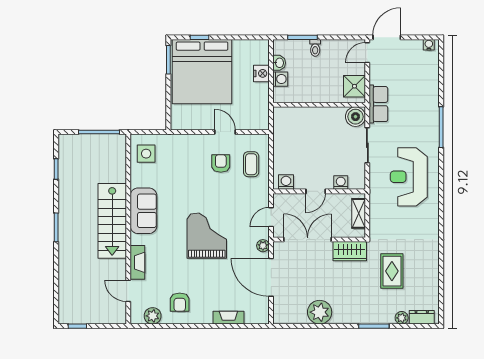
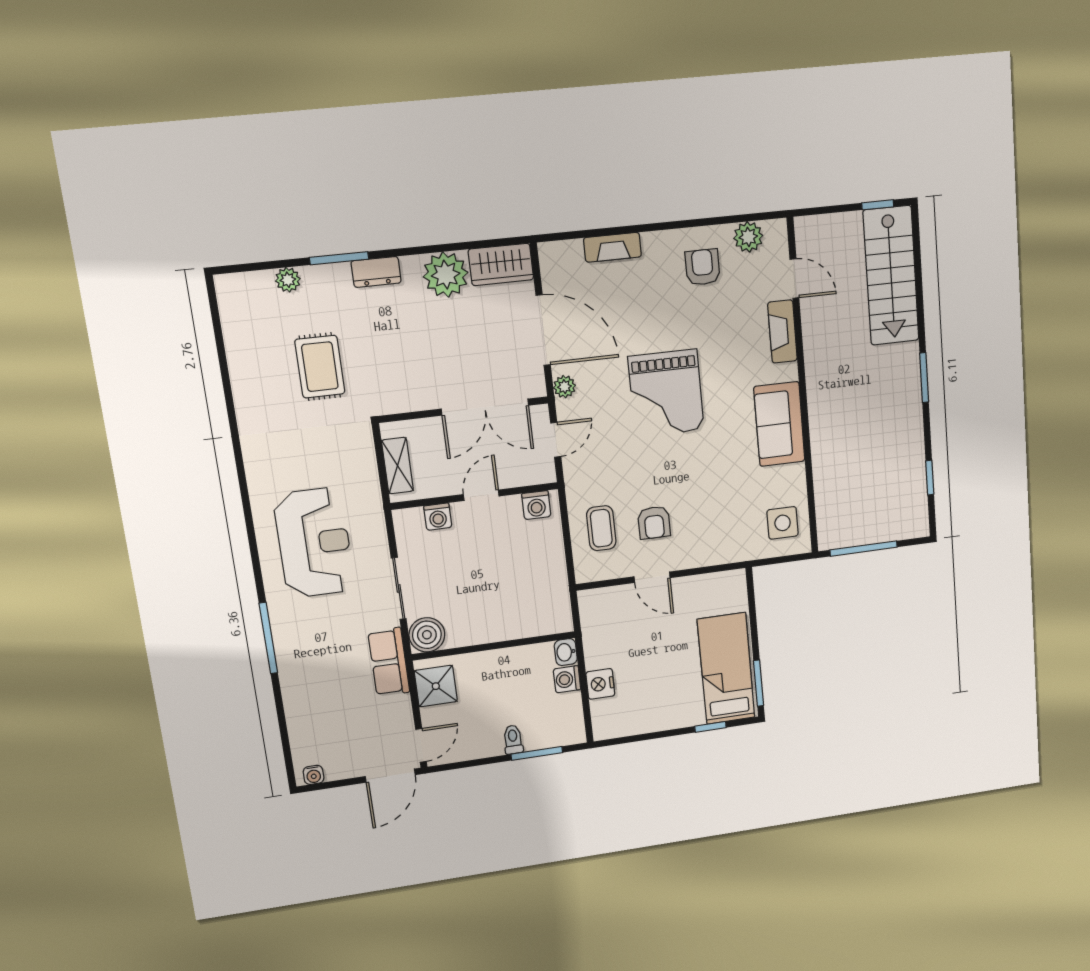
washbasin: (279, 63) -> (566, 652), moved
bed: (202, 72) -> (726, 669), width x0.49
stairs: (112, 221) -> (891, 276), moved, turned 180
wardrobe: (350, 251) -> (501, 264), moved, turned 180
dresser: (422, 317) -> (376, 272), moved

